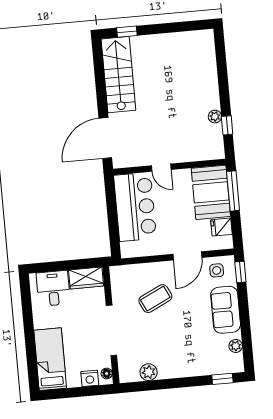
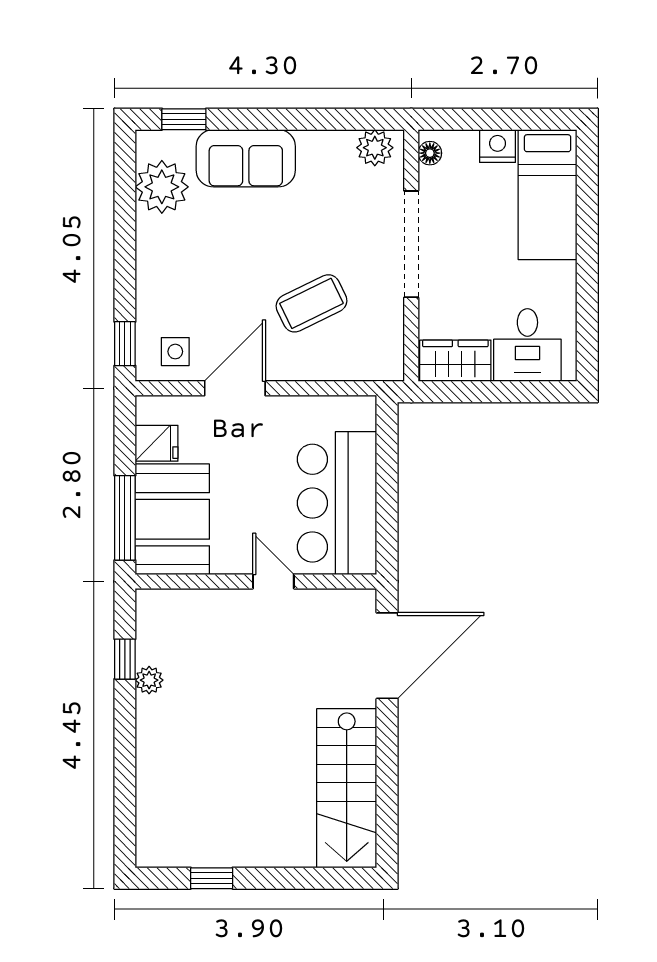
window: (127, 32) -> (212, 878), moved
sofa: (226, 310) -> (246, 158), moved, turned 90
plant: (236, 346) -> (162, 187), width x1.87, depth x1.87
plant: (149, 372) -> (375, 148), moved
nightstand: (90, 378) -> (498, 146), moved

